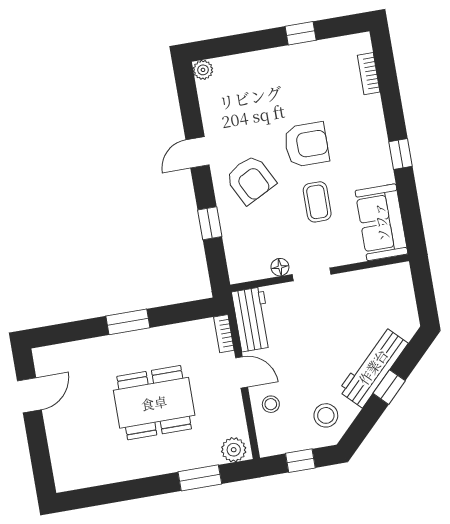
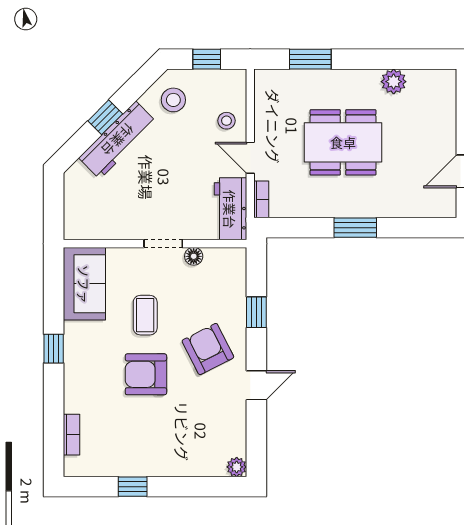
plant: (234, 450) -> (394, 82), moved

